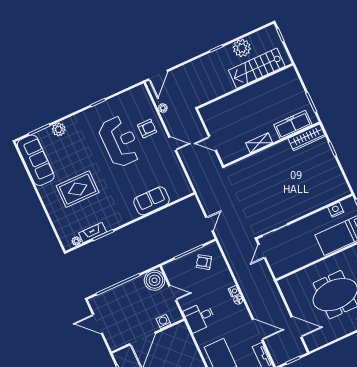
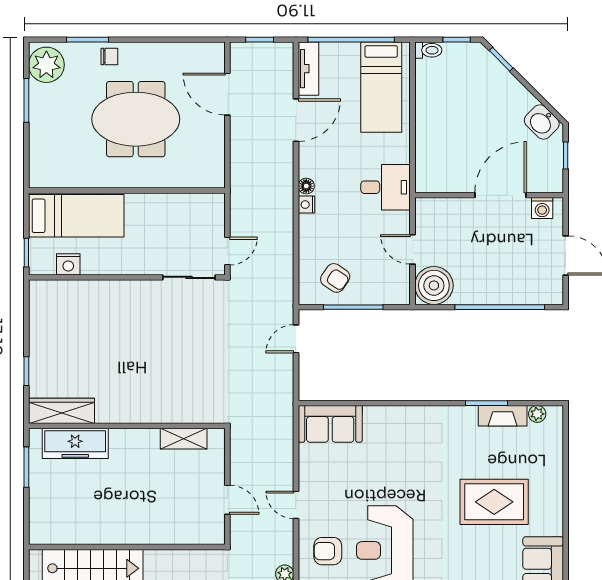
door: (212, 143) -> (227, 500), moved
shelving: (259, 143) -> (184, 439), moved
sofa: (152, 201) -> (330, 424), moved
washing machine: (163, 321) -> (542, 208), moved
door: (258, 330) -> (296, 120), swing flipped

